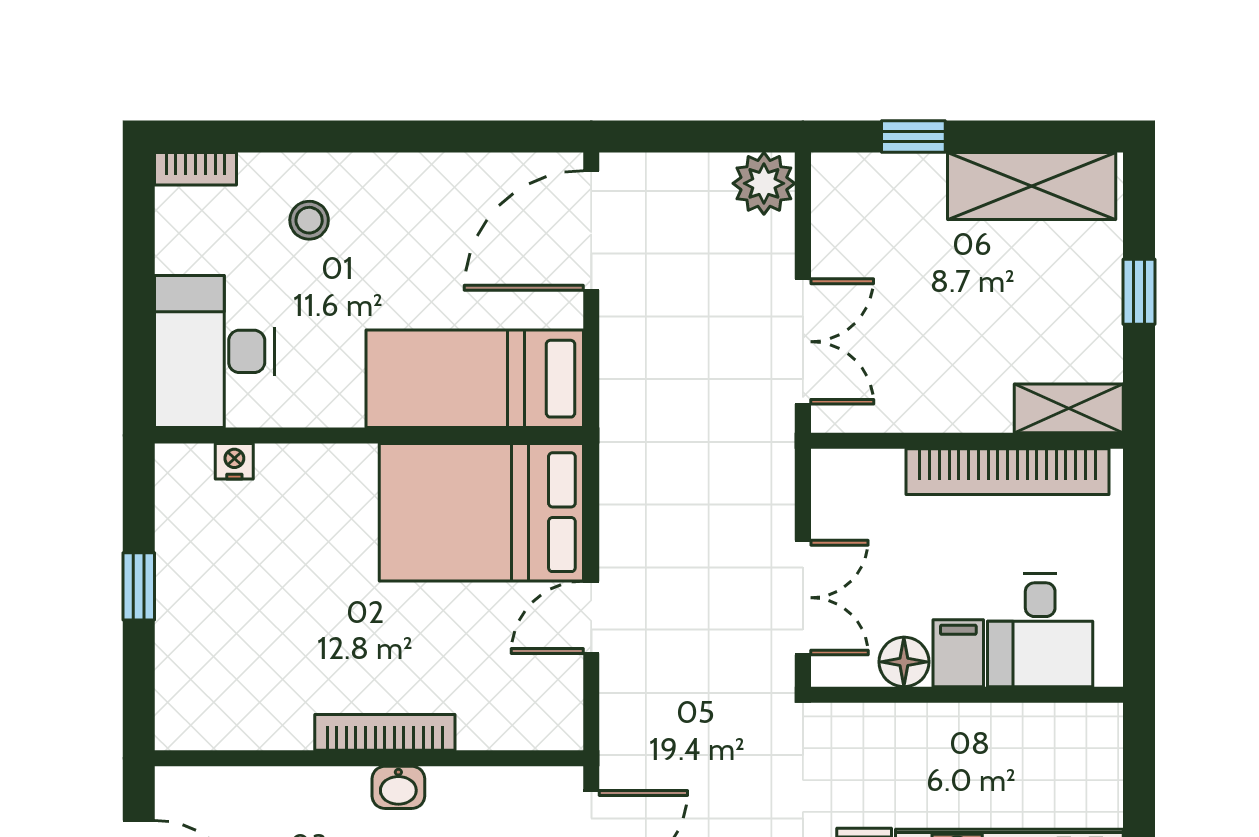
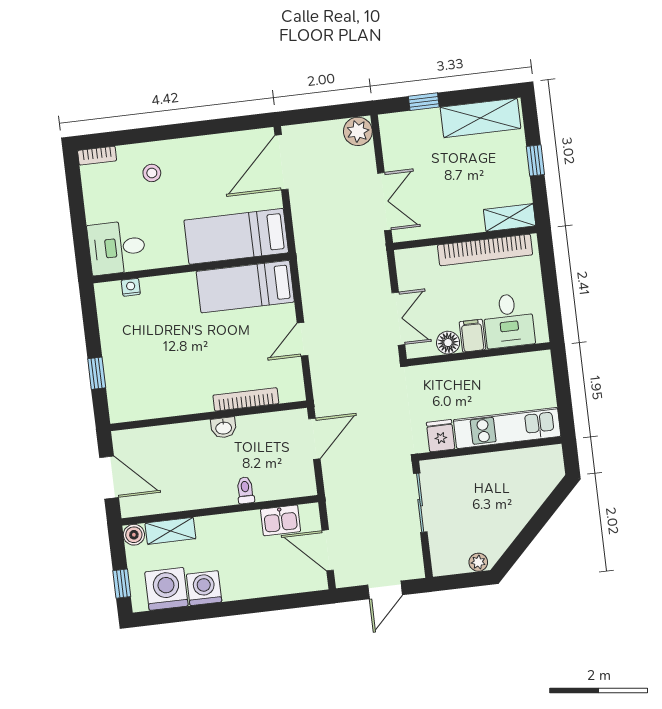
desk: (214, 351) -> (117, 248), width x0.73
bed: (481, 512) -> (245, 287), width x0.67
window: (139, 586) -> (97, 373), moved
bookcase: (385, 732) -> (246, 399), moved

